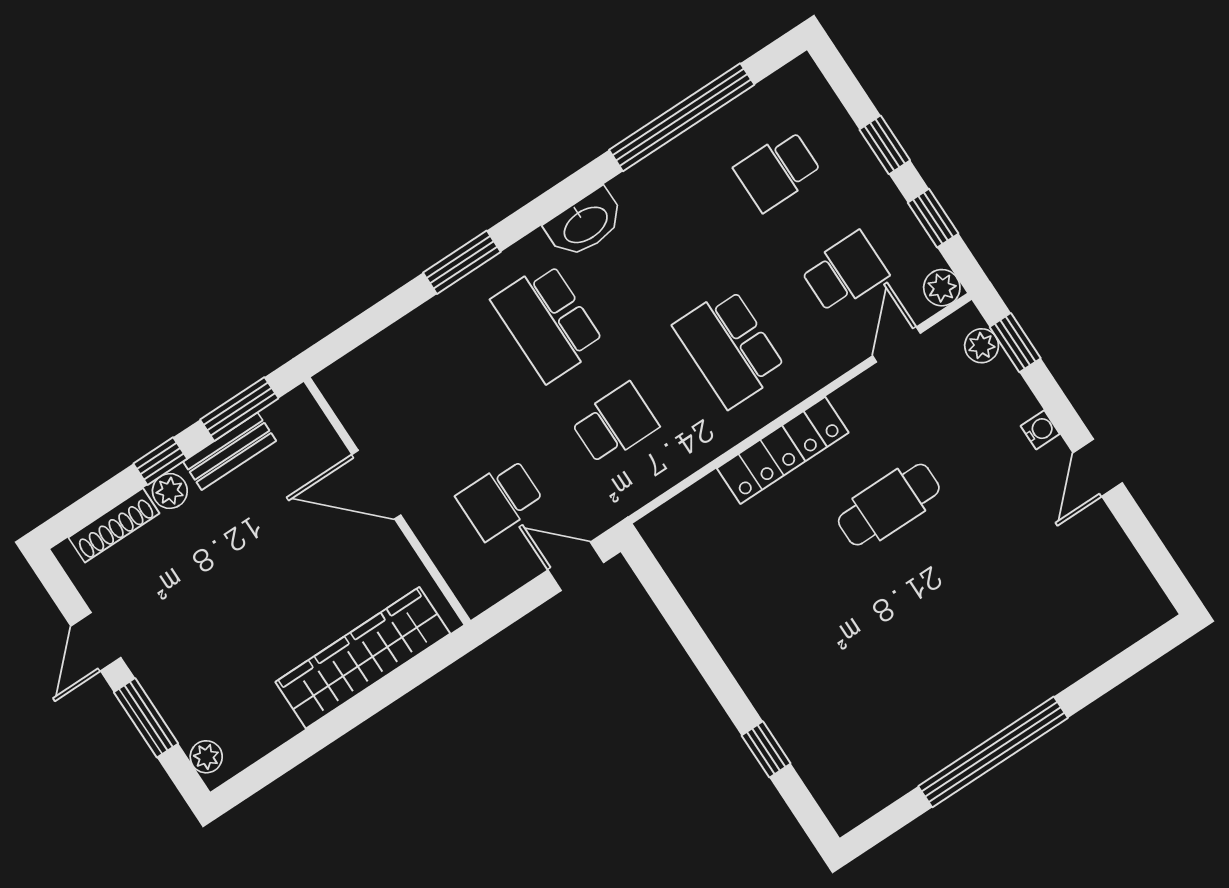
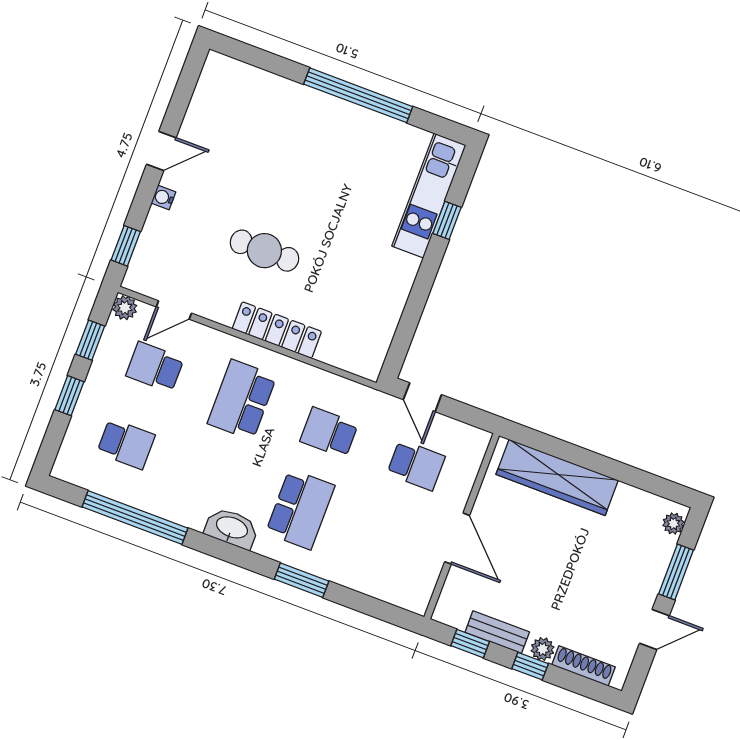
plant: (982, 346) -> (141, 263), removed
school desk: (730, 348) -> (242, 400), turned 180
window: (239, 409) -> (470, 644), width x0.67
kitchen unit: (812, 749) -> (429, 196), added

